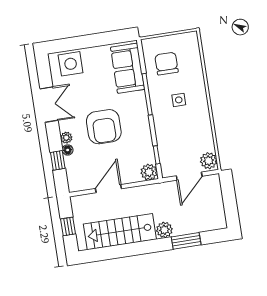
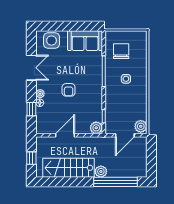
sofa: (128, 68) -> (85, 41), moved, turned -90
armchair: (104, 127) -> (69, 90), width x0.53, depth x0.53
window: (186, 241) -> (115, 182), width x2.11

